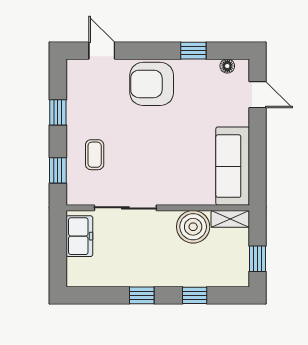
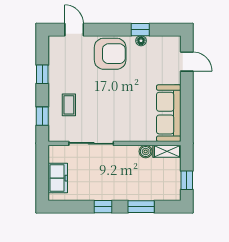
floor lamp: (227, 66) -> (141, 41), moved
armchair: (152, 84) -> (110, 54), turned 180
boiler: (193, 227) -> (146, 151), width x0.54, depth x0.54
freezer: (79, 236) -> (58, 178), moved
window: (195, 295) -> (141, 207), width x1.50

